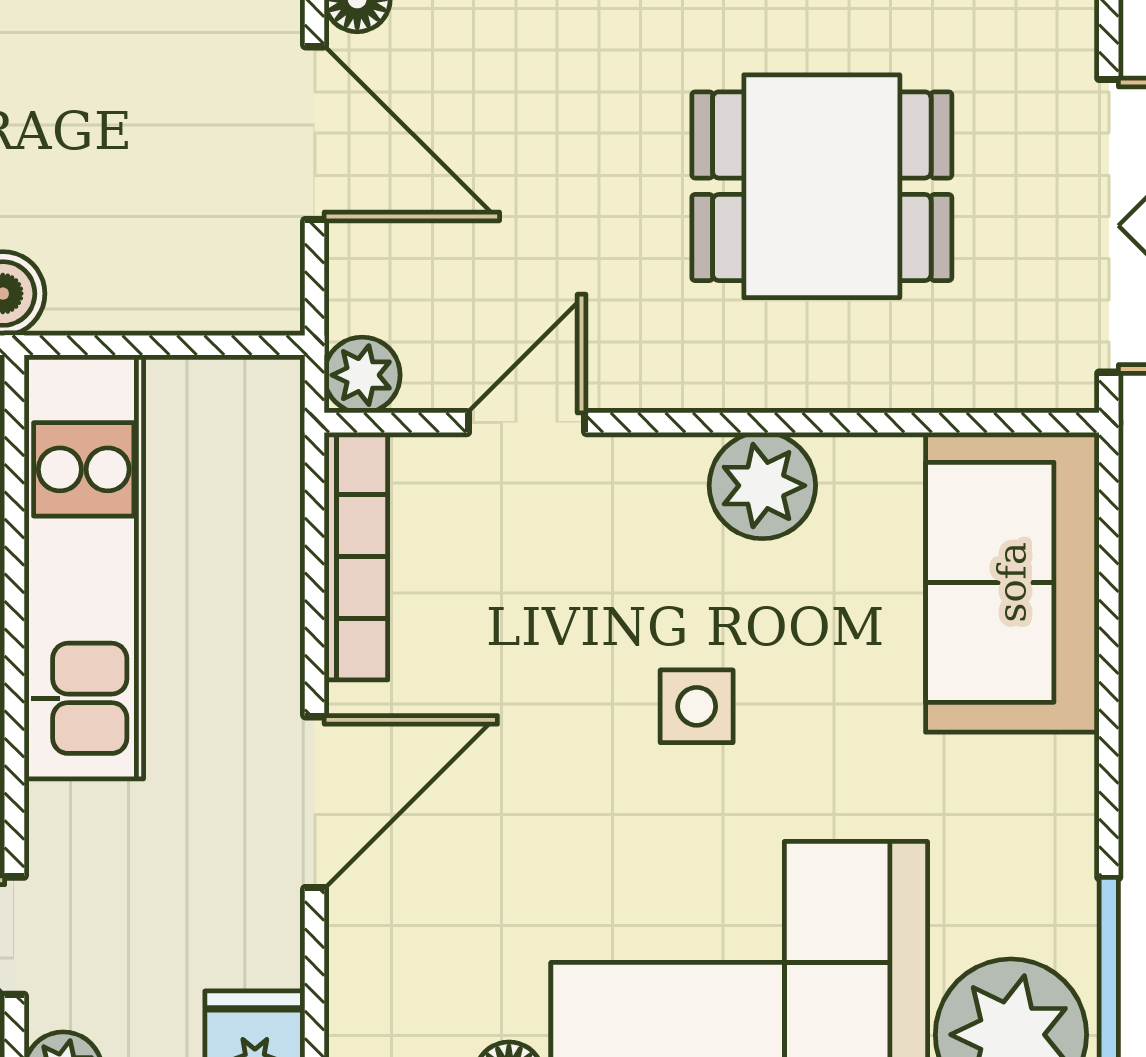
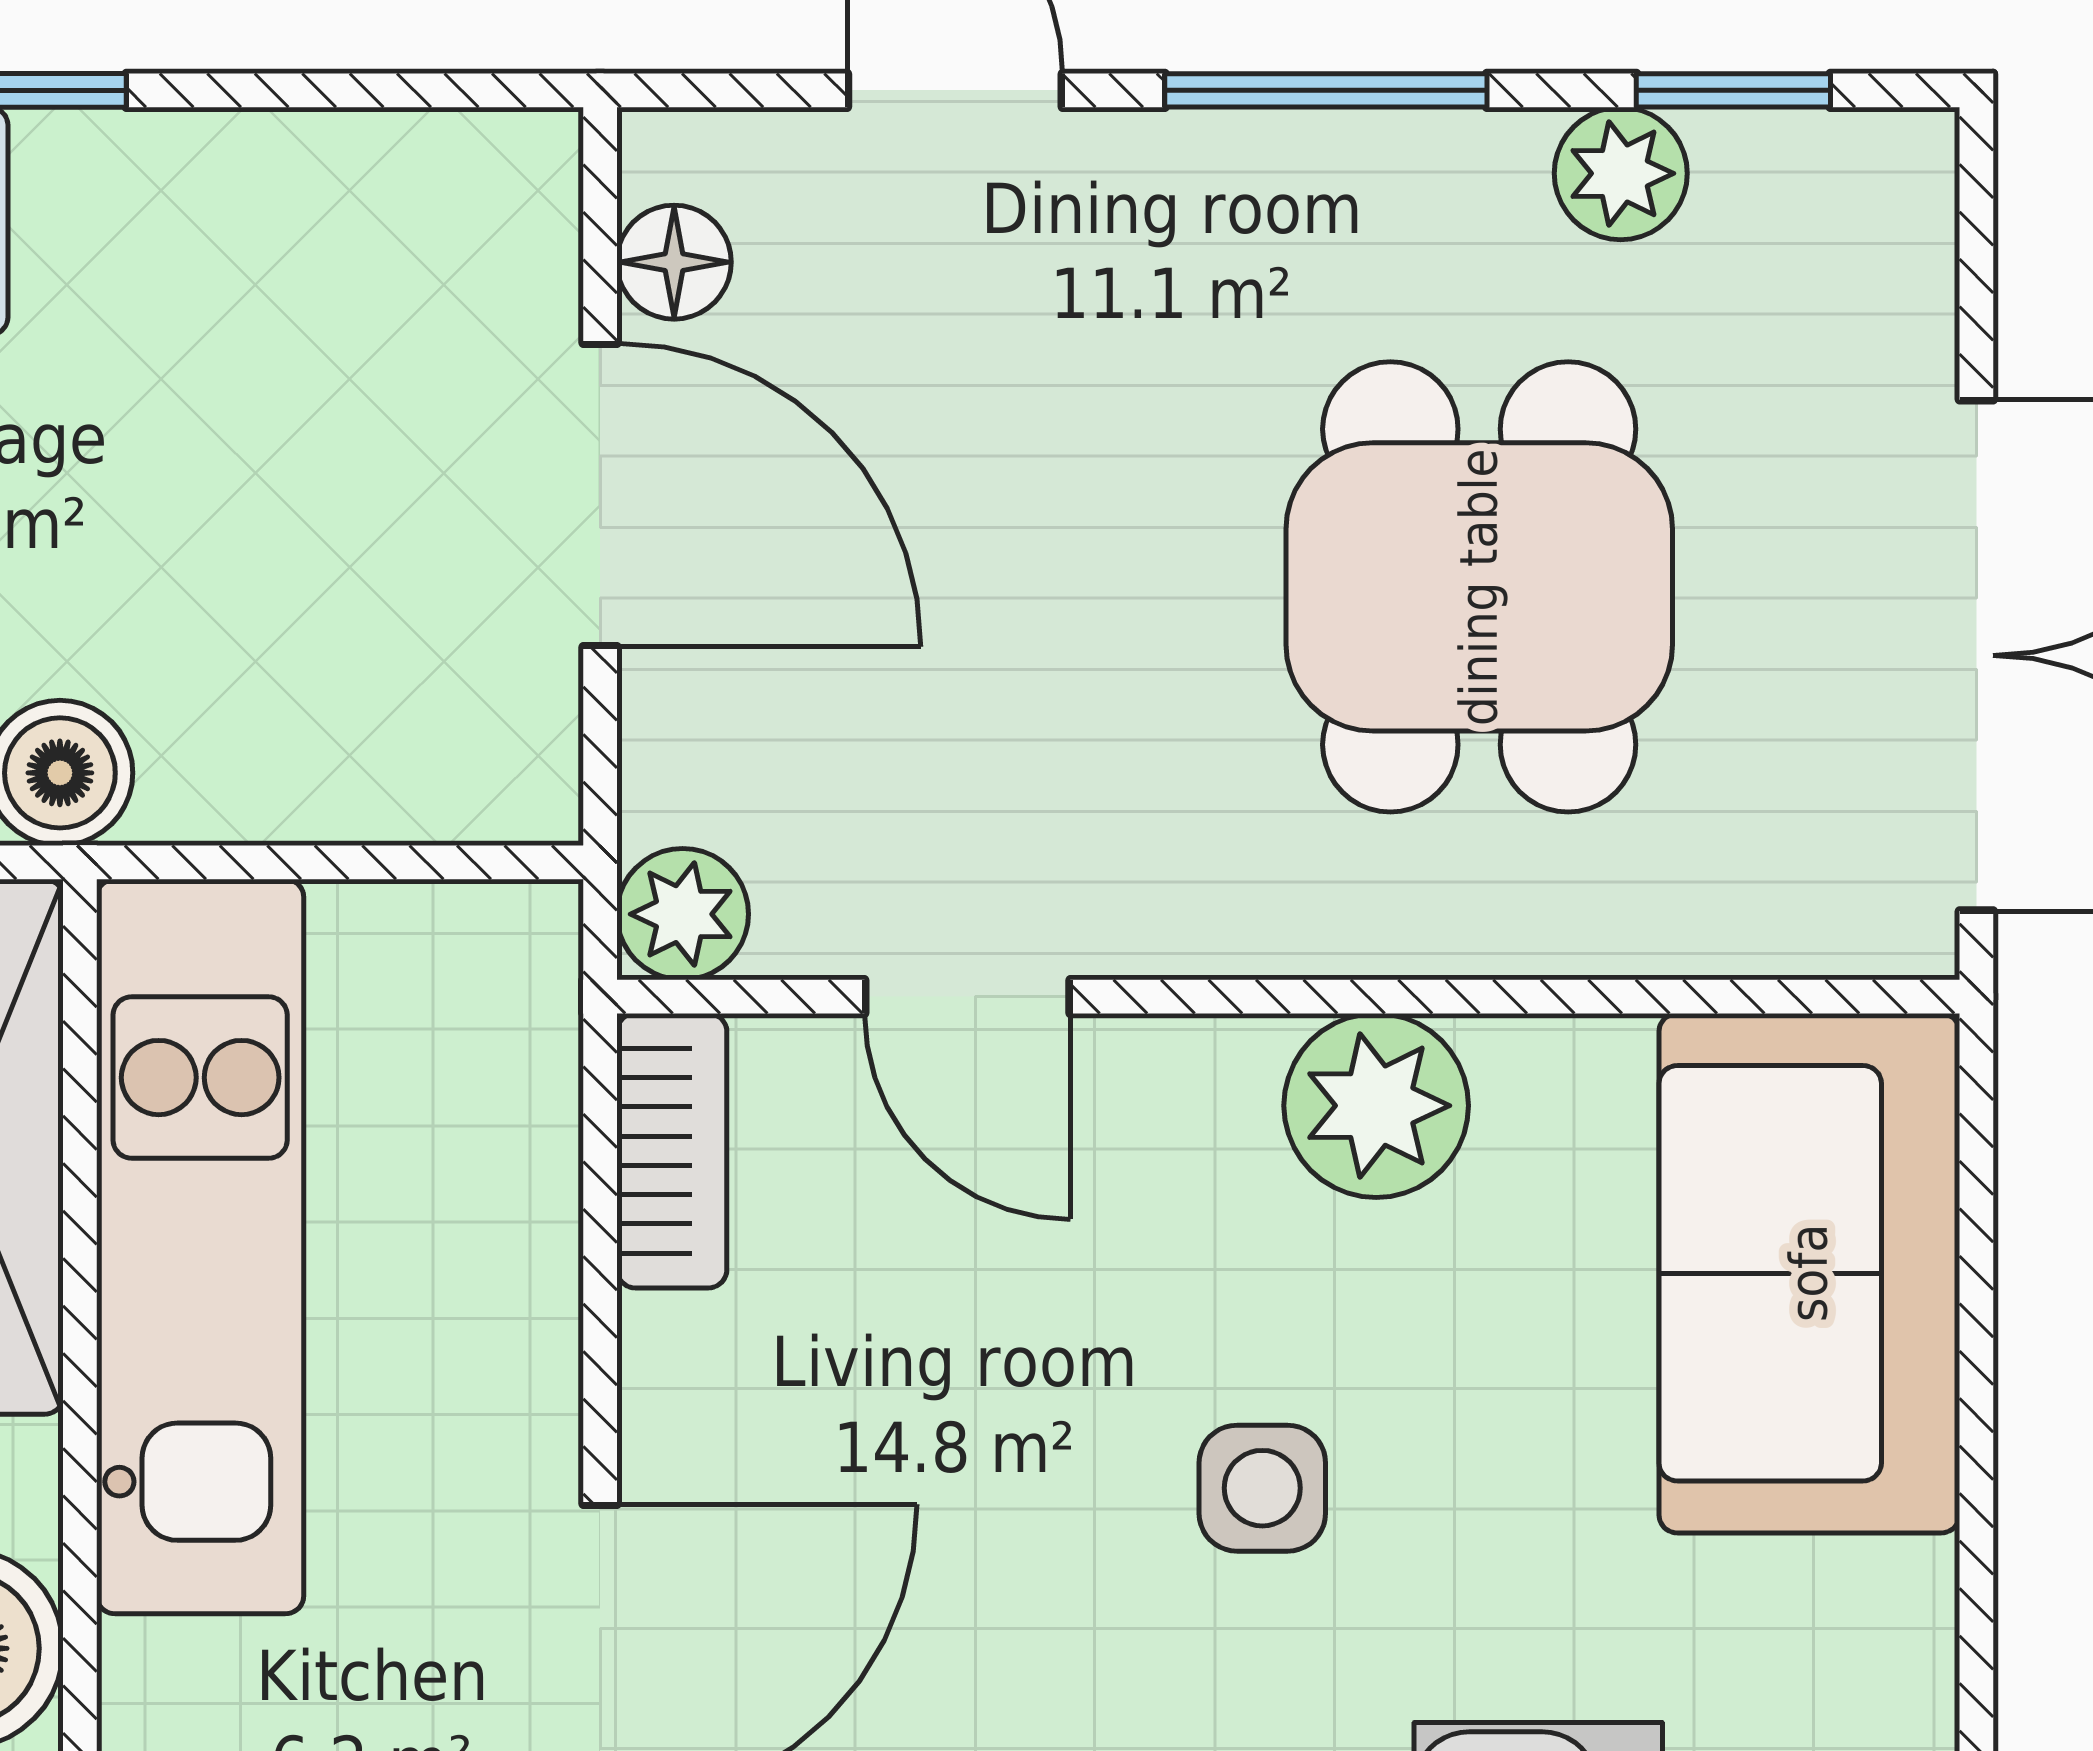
dining table: (822, 186) -> (1479, 587), turned 90
door: (527, 423) -> (967, 997), swing flipped
bookcase: (356, 556) -> (672, 1151), width x0.64

